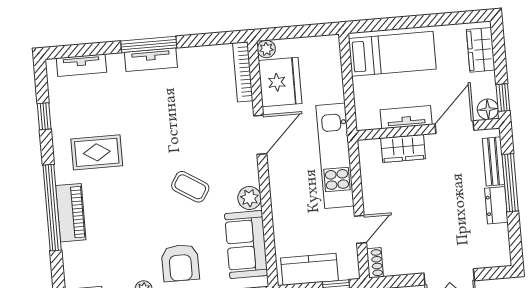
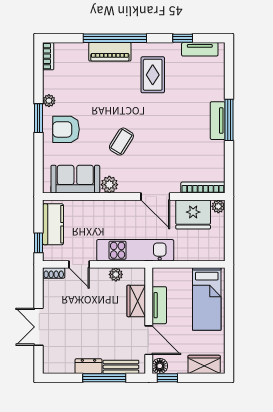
tv unit: (81, 65) -> (200, 49), moved, turned -90
plant: (370, 179) -> (116, 274), added

